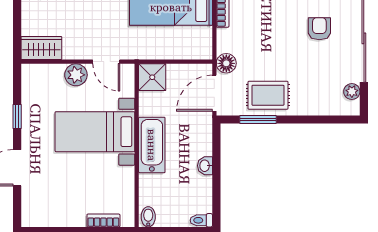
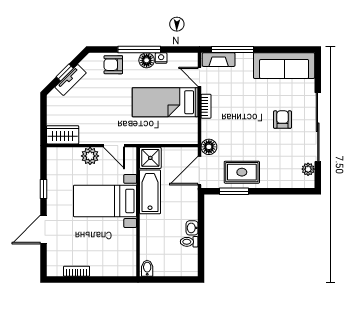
bathtub: (152, 145) -> (150, 192), moved
toilet: (201, 220) -> (189, 242), moved
bookcase: (103, 221) -> (77, 271), moved

